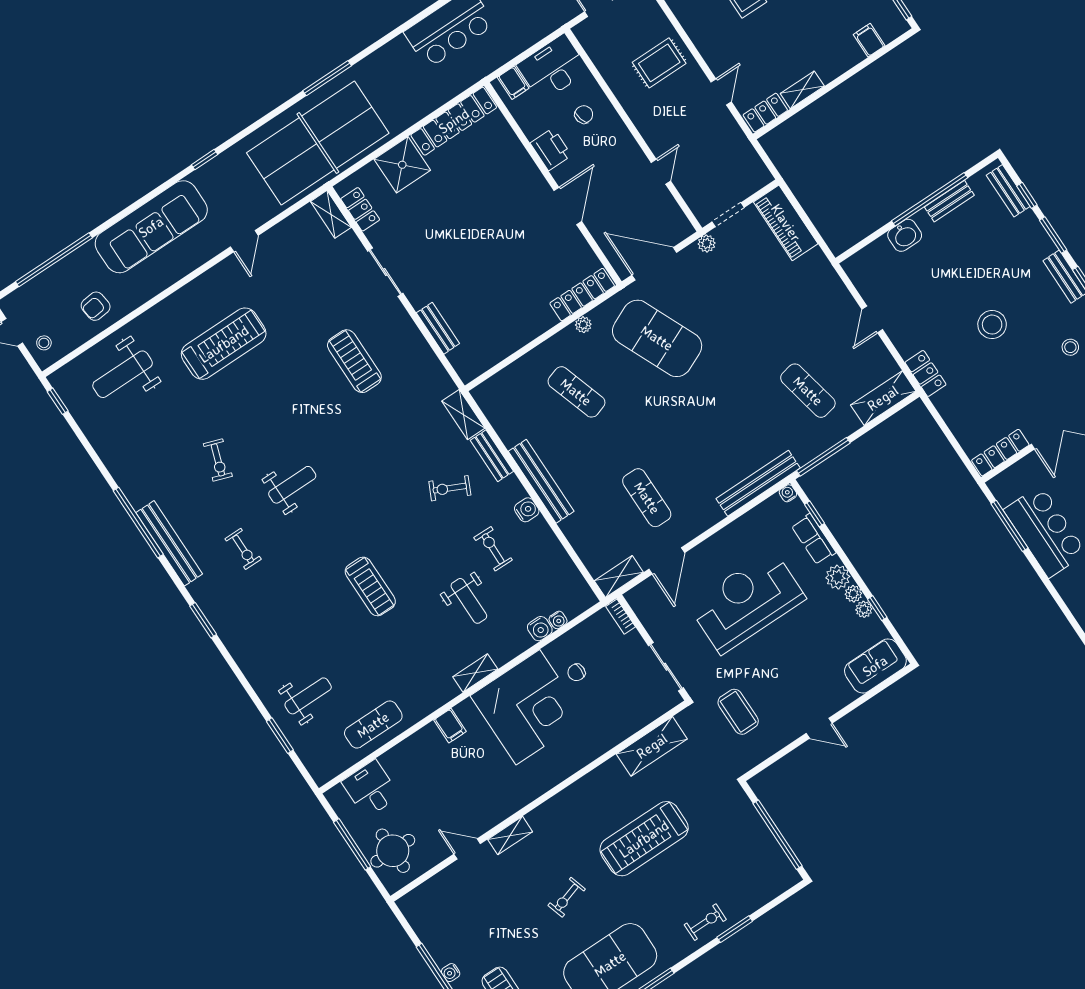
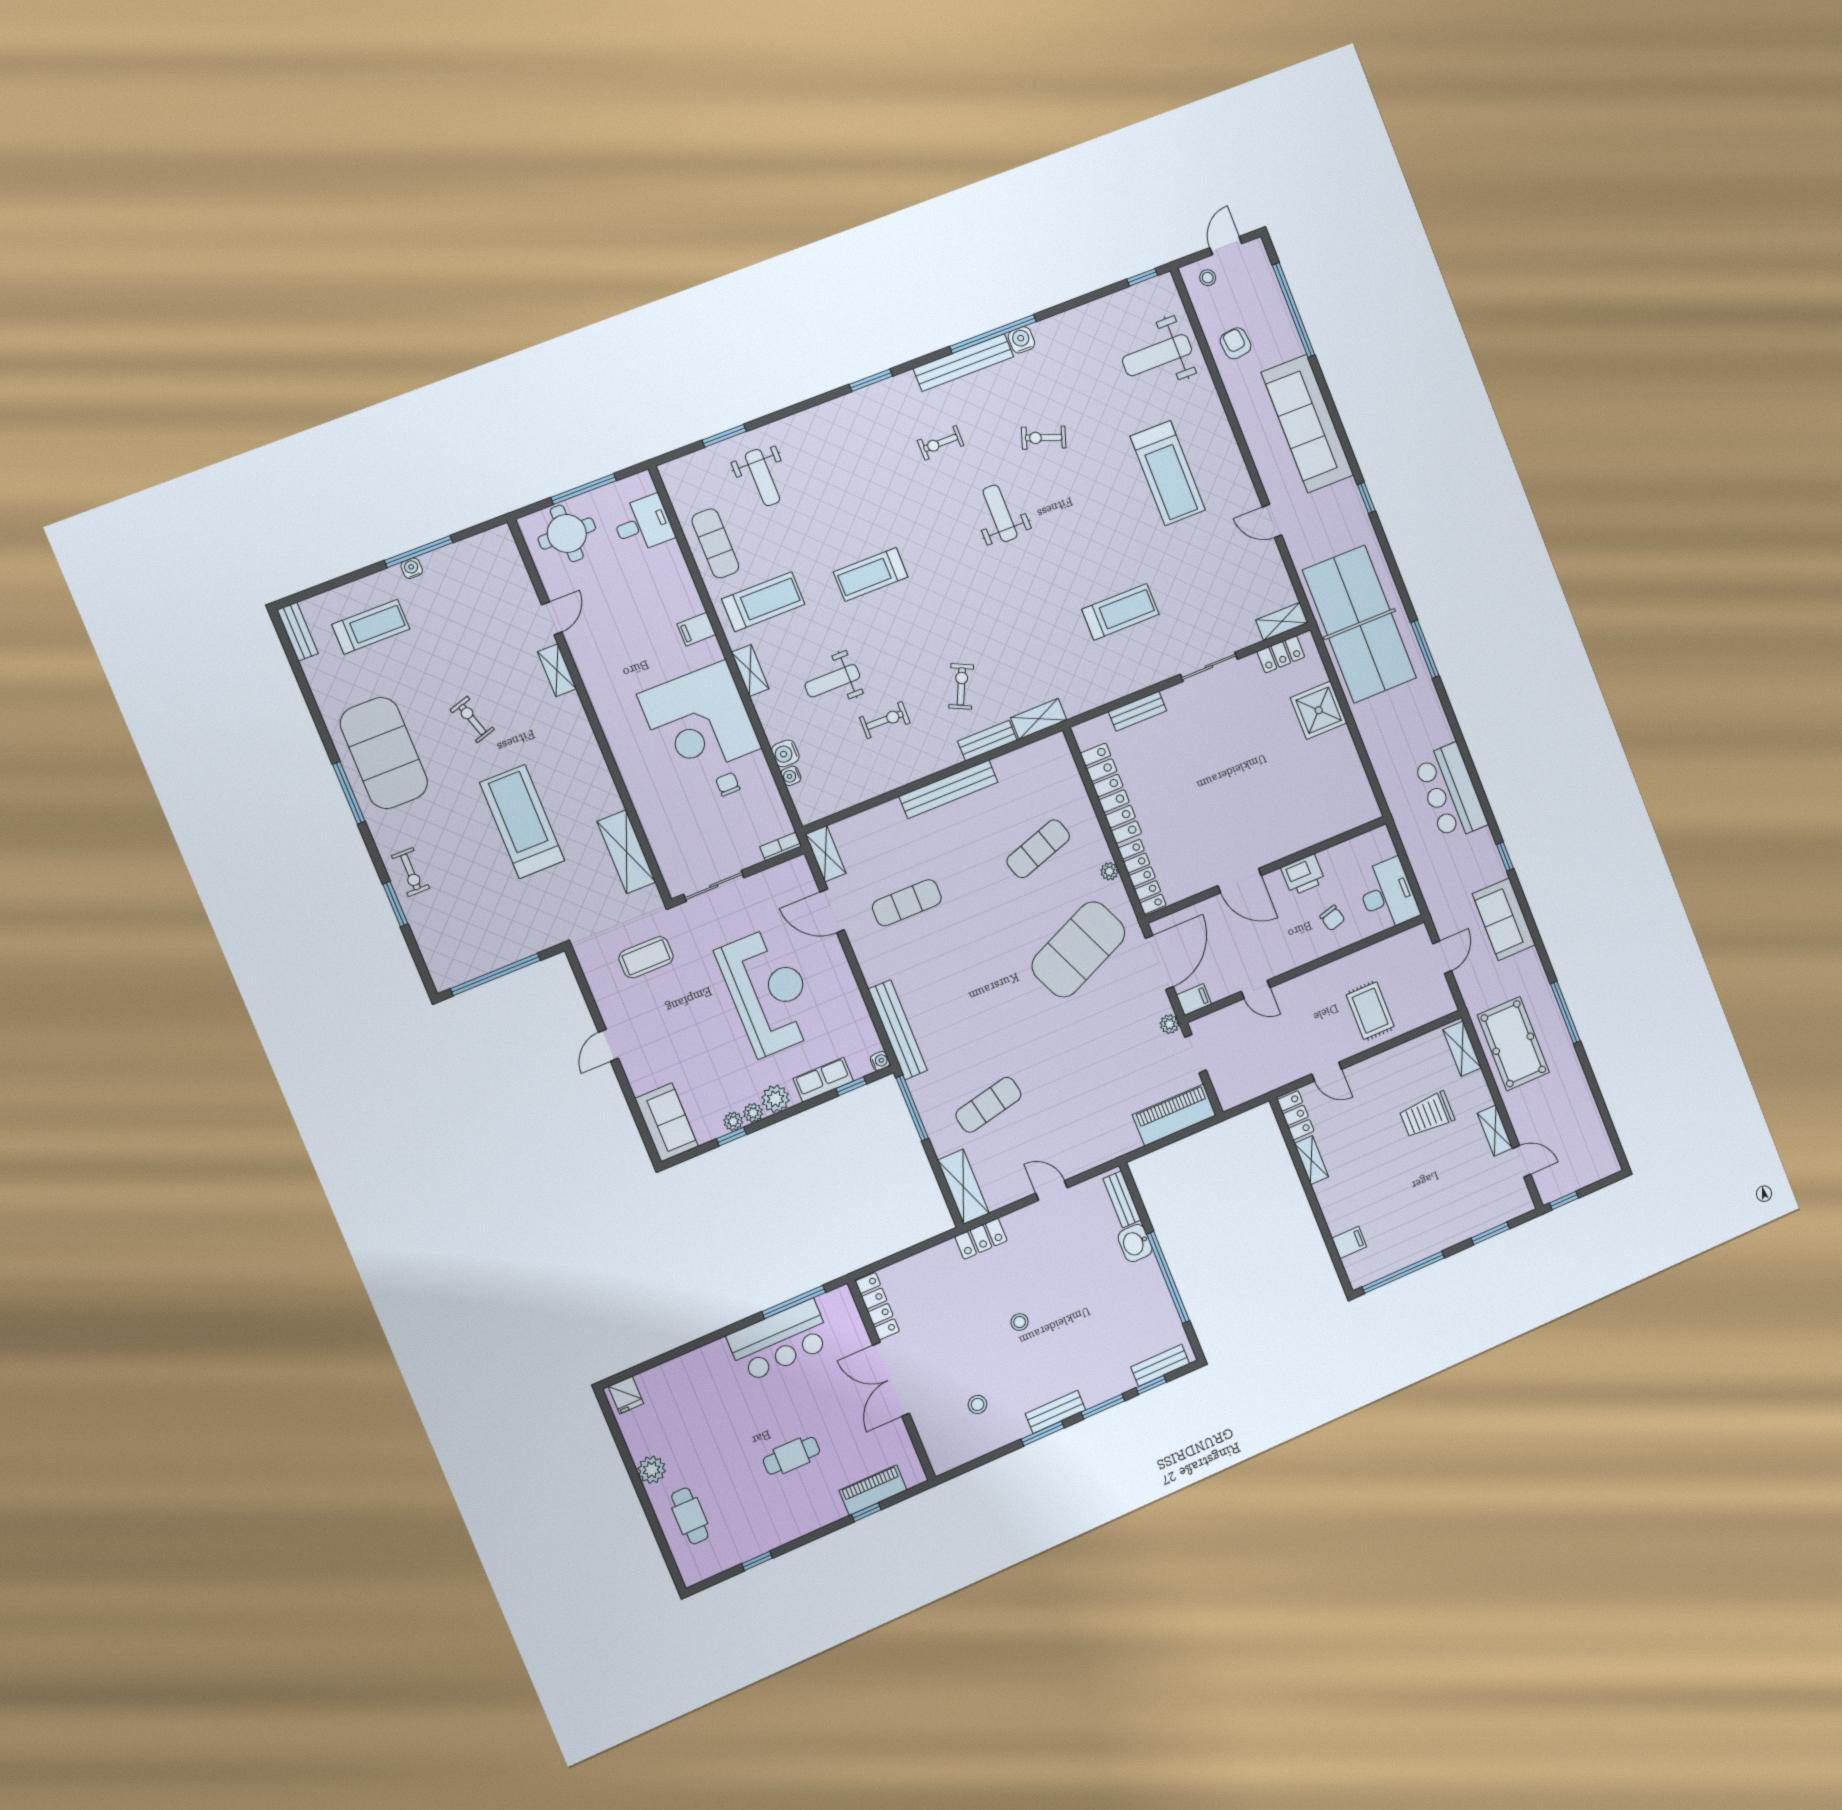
filing cabinet: (513, 83) -> (1194, 1000), moved, turned 180
locker: (454, 121) -> (1111, 793), moved, turned 180
bench: (949, 201) -> (1122, 1199), moved
stool: (992, 325) -> (1020, 1322), width x0.53, depth x0.53
weight bench: (123, 374) -> (1157, 355), turned -90
weight bench: (292, 485) -> (1000, 513), turned 180
water cooler: (527, 510) -> (1021, 340), moved, turned 180
treadmill: (414, 674) -> (763, 602), added

